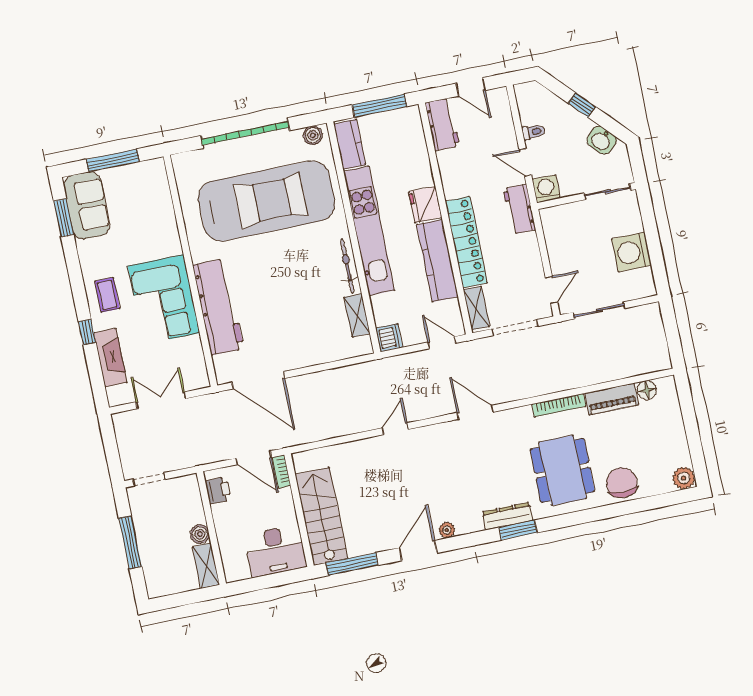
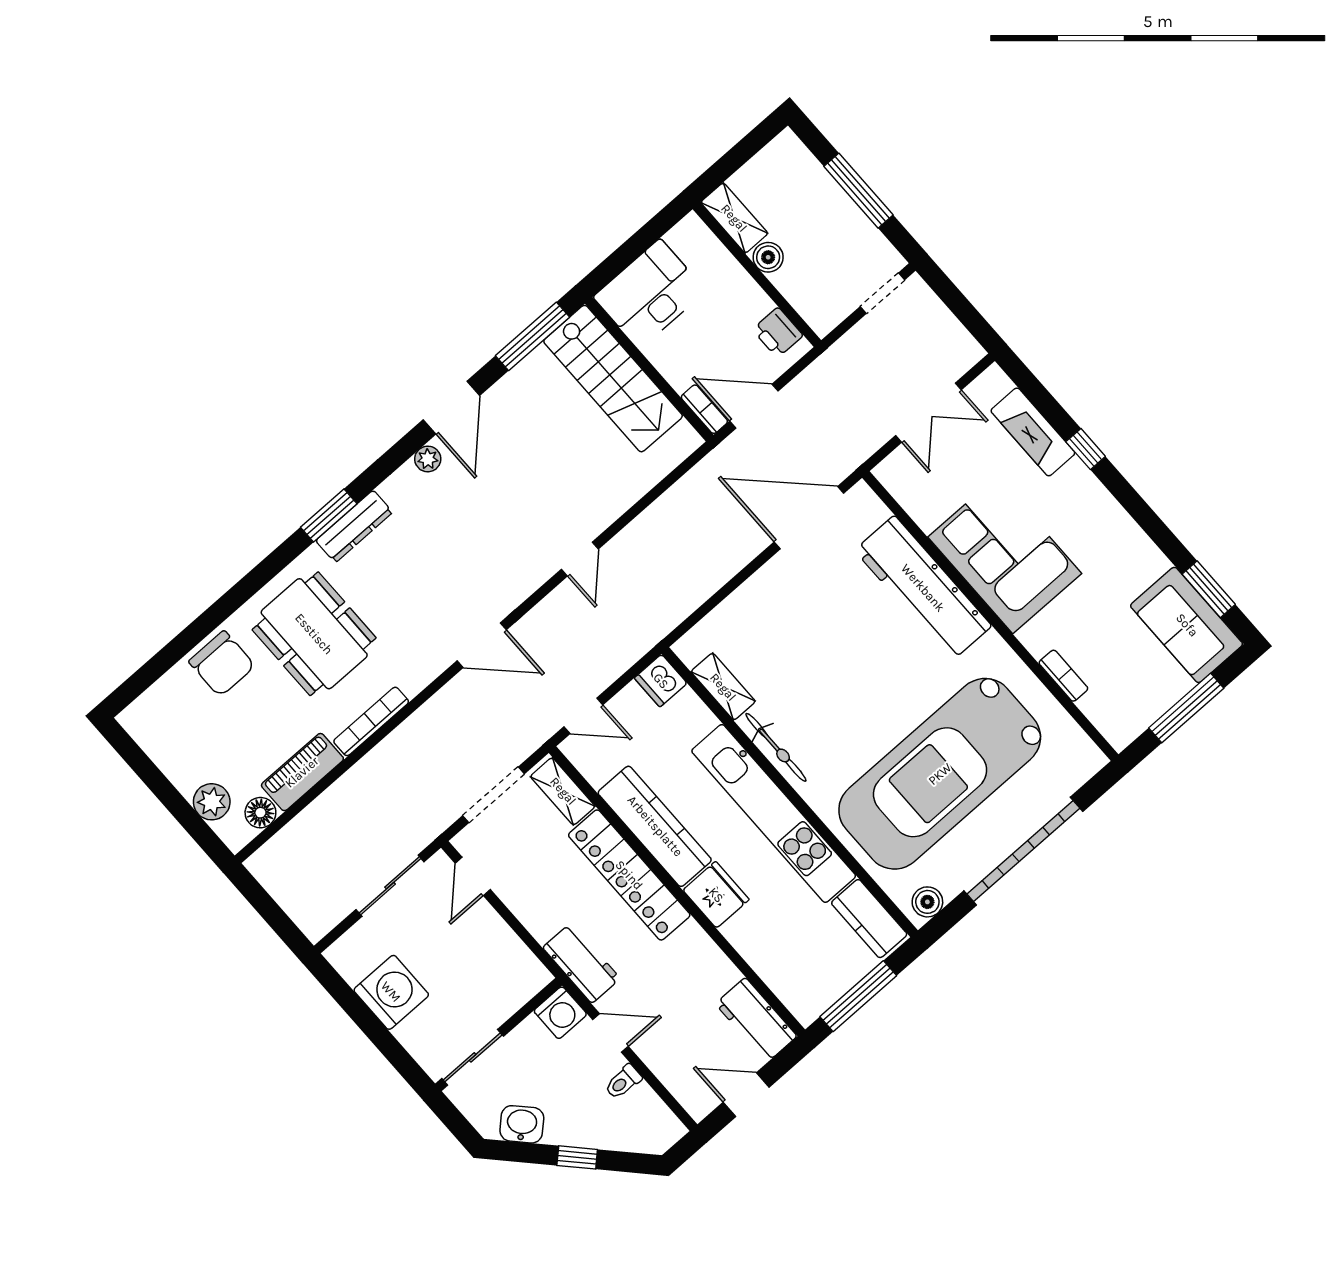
bookcase: (169, 216) -> (1063, 676), added
coffee table: (107, 295) -> (1087, 517), removed
plant: (684, 478) -> (212, 802), moved

